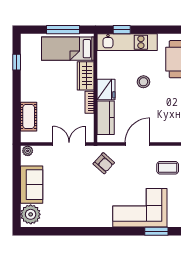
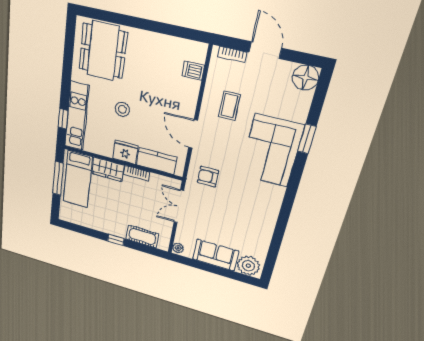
window: (17, 62) -> (116, 240), moved
armchair: (104, 163) -> (208, 177), turned -132

